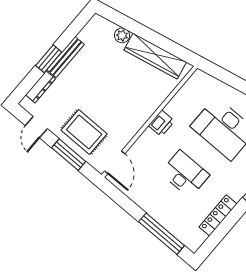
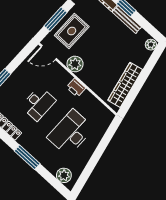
plant: (122, 35) -> (151, 45), moved
plant: (129, 126) -> (75, 64), added

